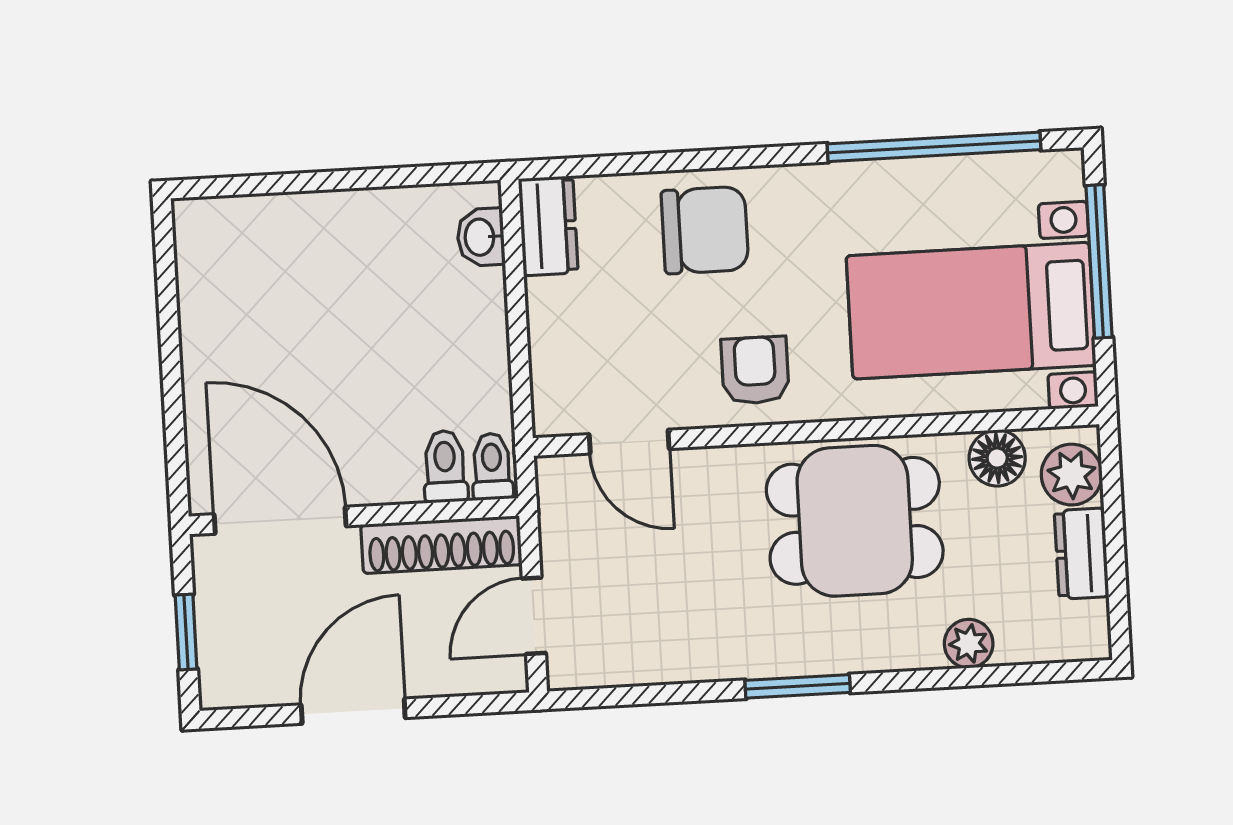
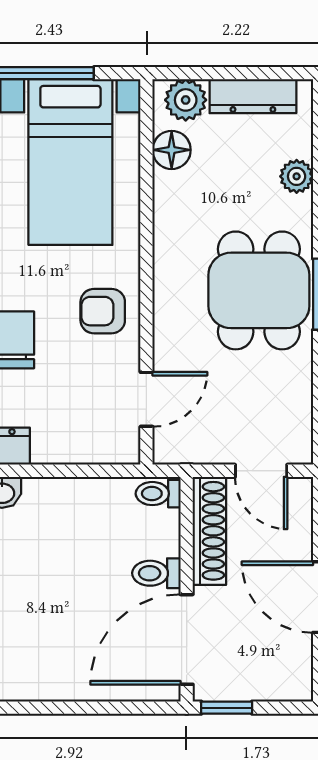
toilet: (445, 467) -> (156, 573), moved
dining table: (855, 521) -> (259, 290), moved
dresser: (1082, 554) -> (253, 96), width x1.44
window: (186, 632) -> (227, 708), moved

